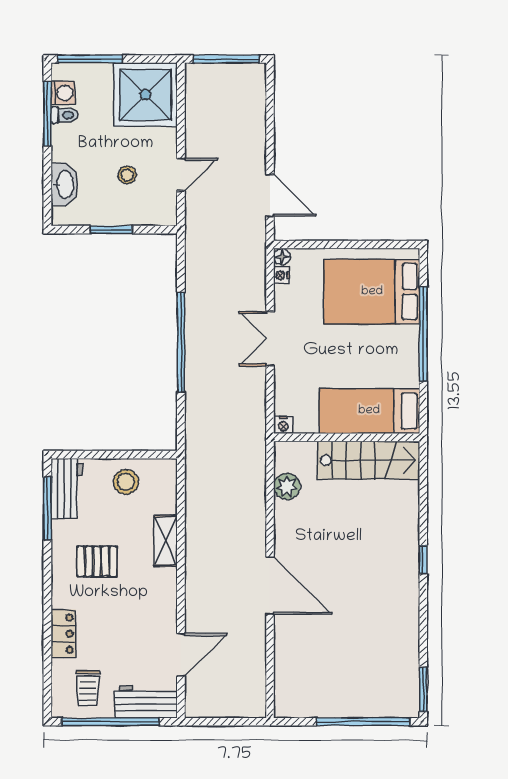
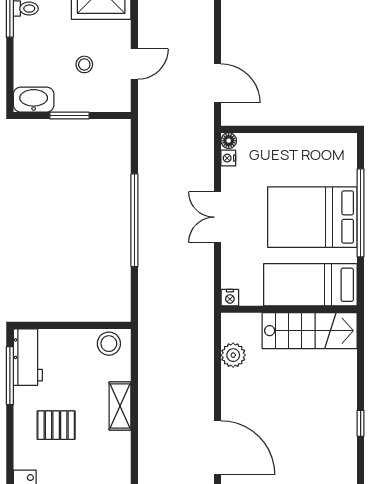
washbasin: (64, 184) -> (34, 100), moved, turned -90
bed: (372, 292) -> (312, 217), moved
stool: (126, 482) -> (109, 344), moved

